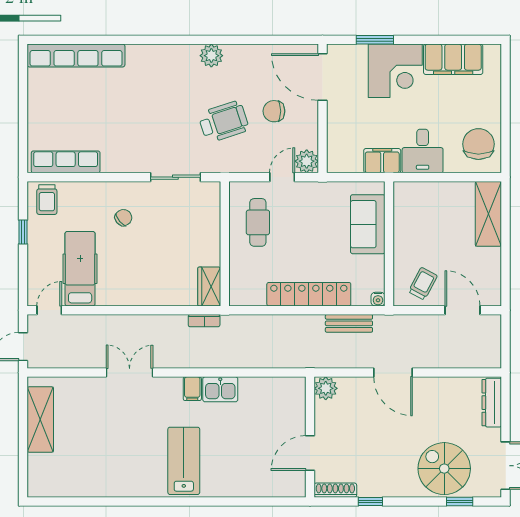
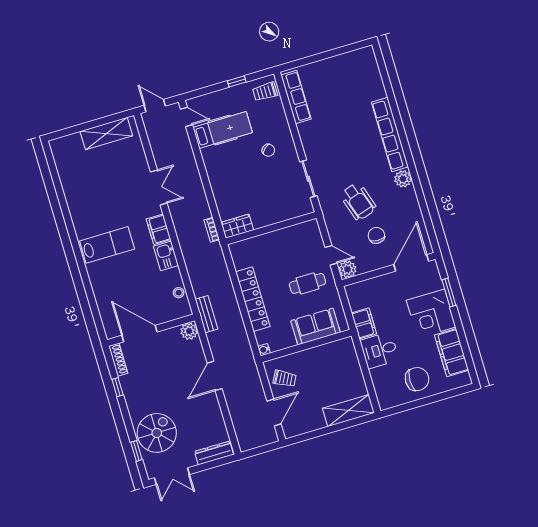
row of seats: (76, 56) -> (390, 134), moved
chair: (478, 144) -> (417, 379), moved
cafe table: (258, 222) -> (307, 283), moved
bench: (349, 323) -> (207, 314), moved
stool: (272, 387) -> (179, 293), added
filing cabinet: (192, 389) -> (159, 229), width x2.00
door: (310, 453) -> (139, 334), width x1.36

